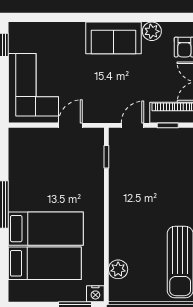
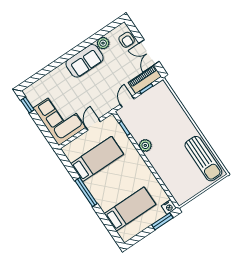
bed: (46, 229) -> (97, 159), moved
plant: (118, 269) -> (145, 145), moved

